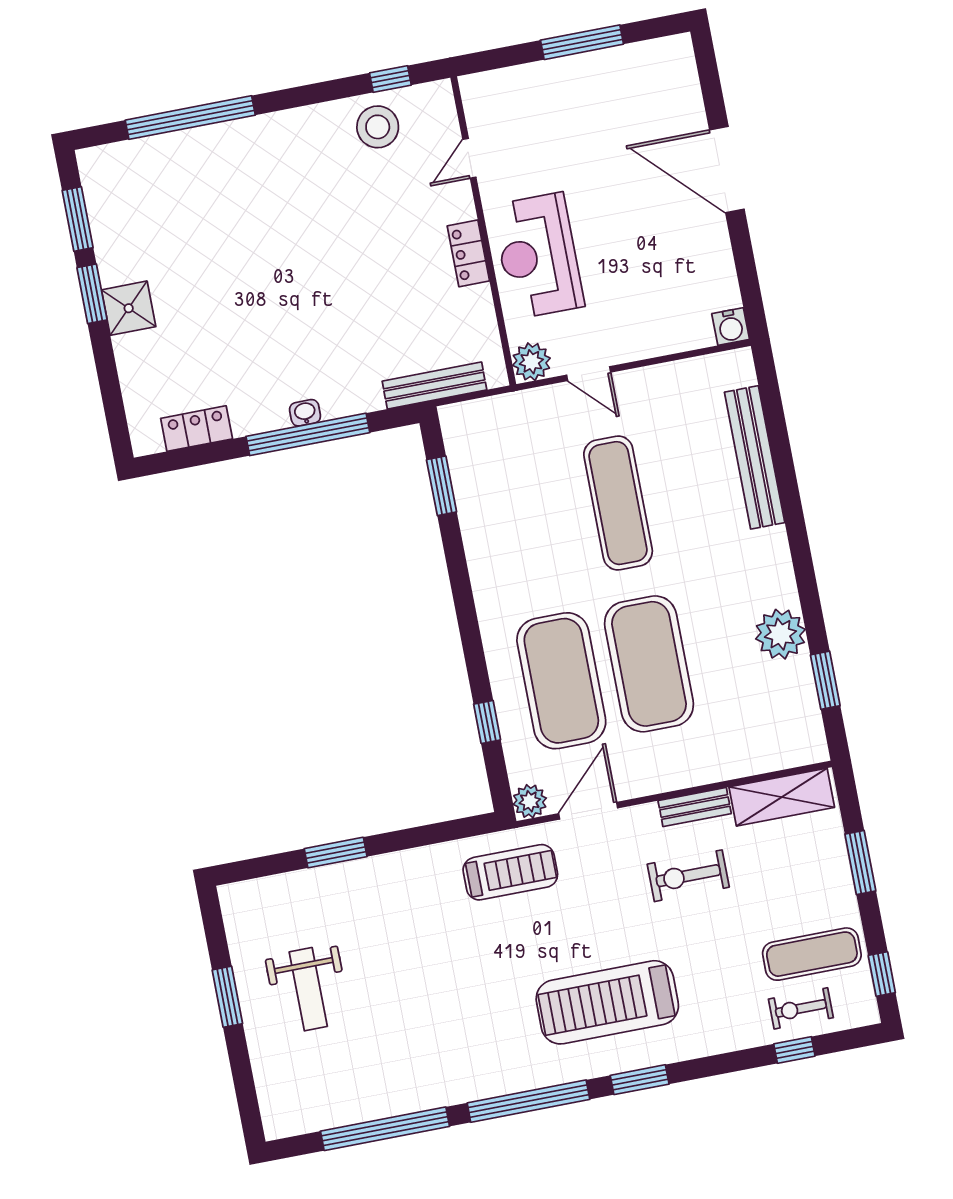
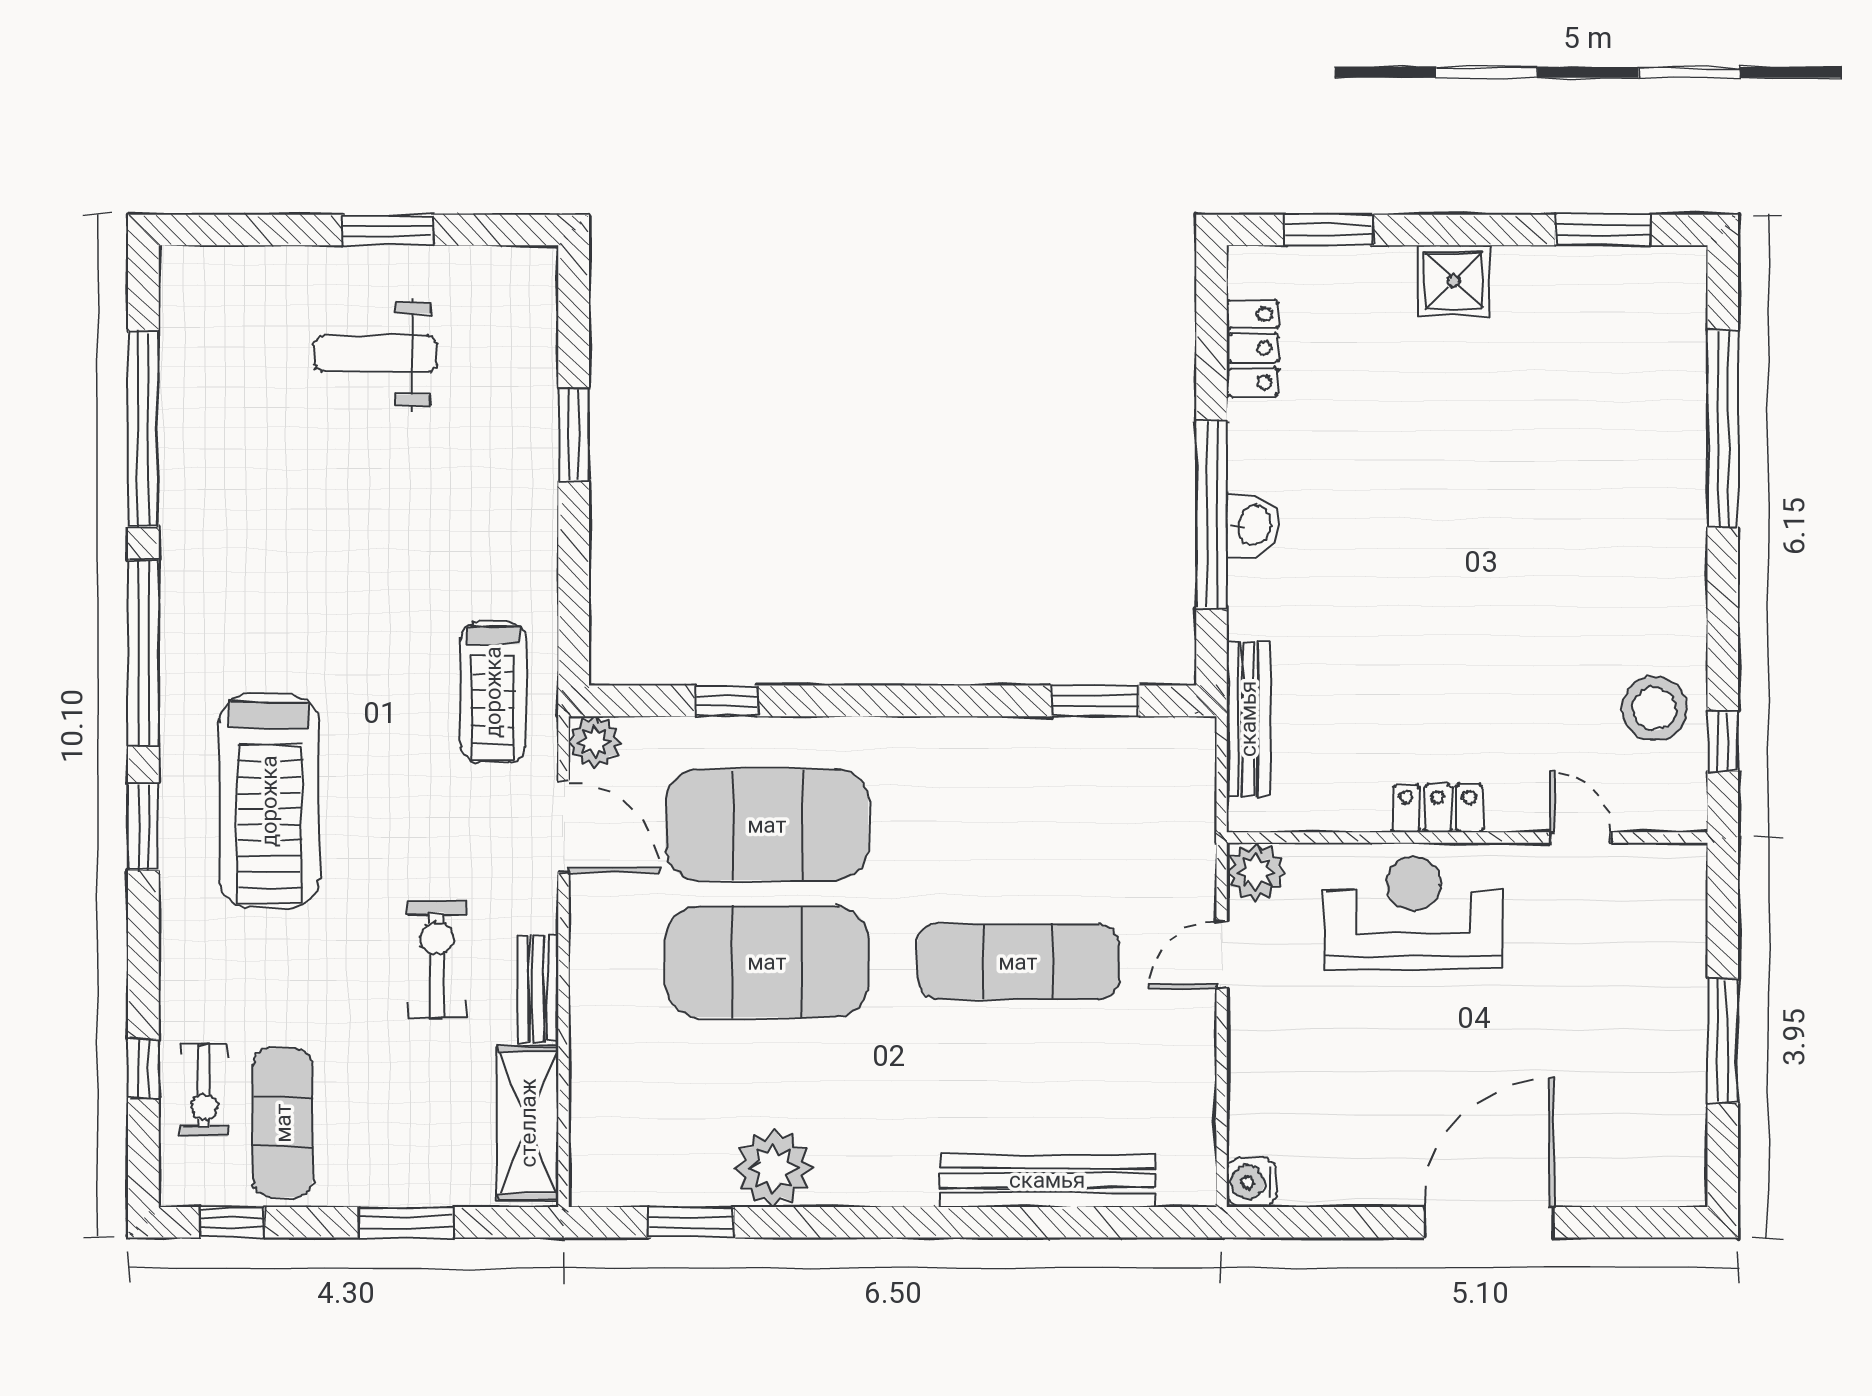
window: (92, 294) -> (1328, 230), moved
washbasin: (305, 413) -> (1253, 525), width x1.38, depth x1.45
treadmill: (607, 1002) -> (269, 801), turned 180
exercise bike: (801, 1008) -> (204, 1090), turned 180

